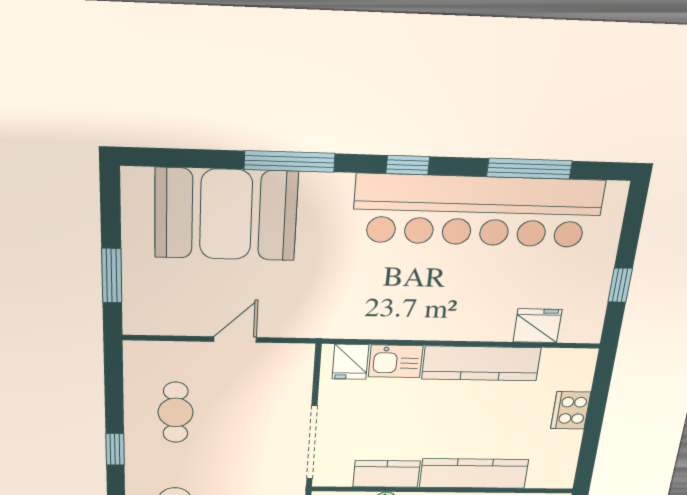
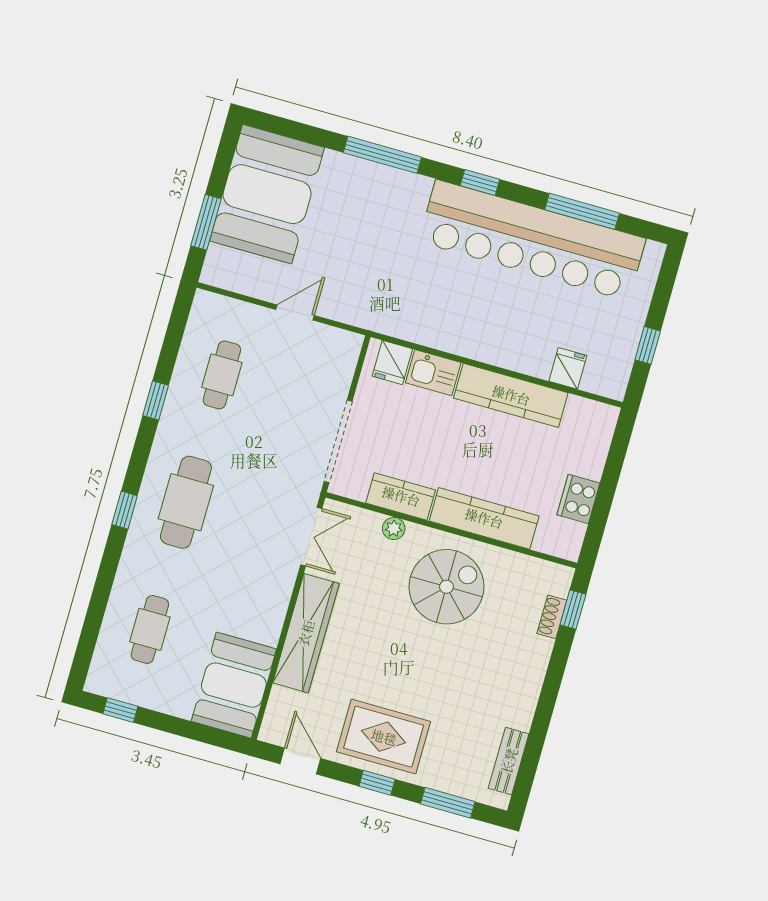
booth: (226, 215) -> (267, 194), moved, turned 90
fridge: (537, 326) -> (568, 368), width x0.72
cooker: (571, 410) -> (578, 499), moved

